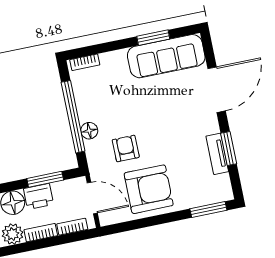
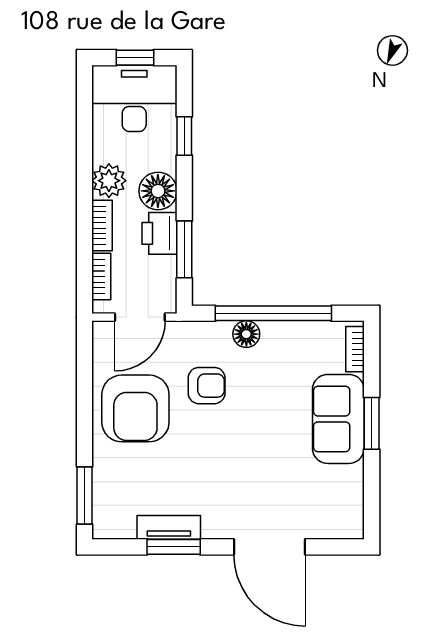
window: (153, 38) -> (372, 423), moved
sofa: (166, 56) -> (338, 419), moved, width x0.73

